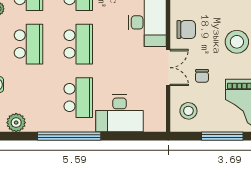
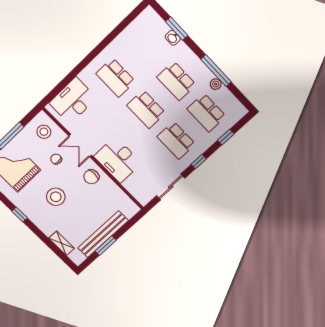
desk: (120, 113) -> (73, 101), moved
plant: (16, 123) -> (139, 26), removed
window: (69, 136) -> (99, 49), removed

